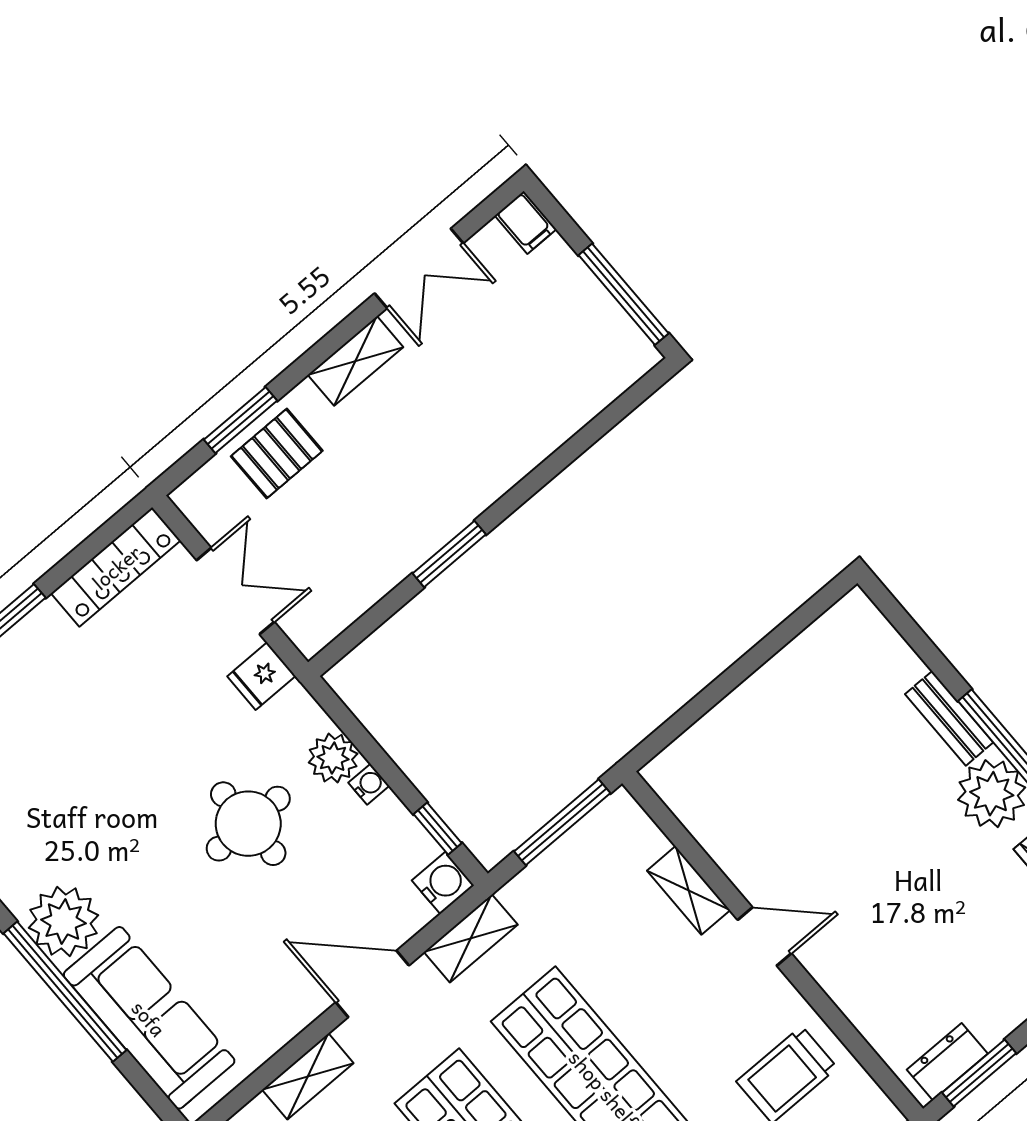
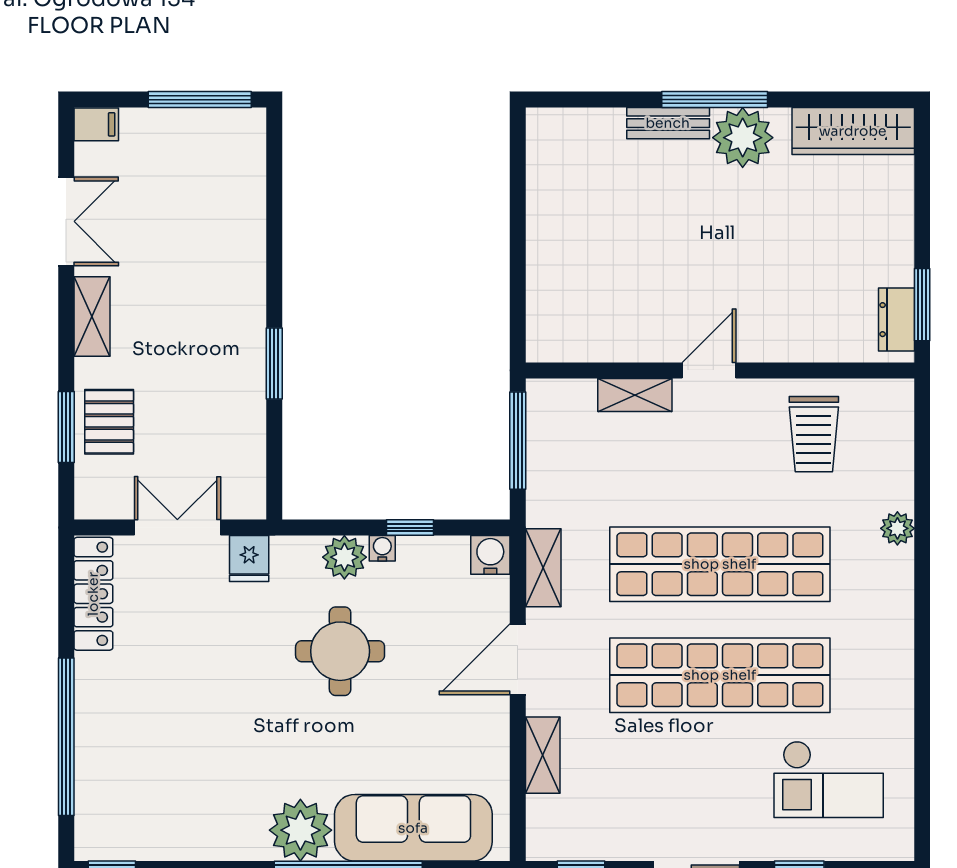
window: (438, 829) -> (410, 528), moved

